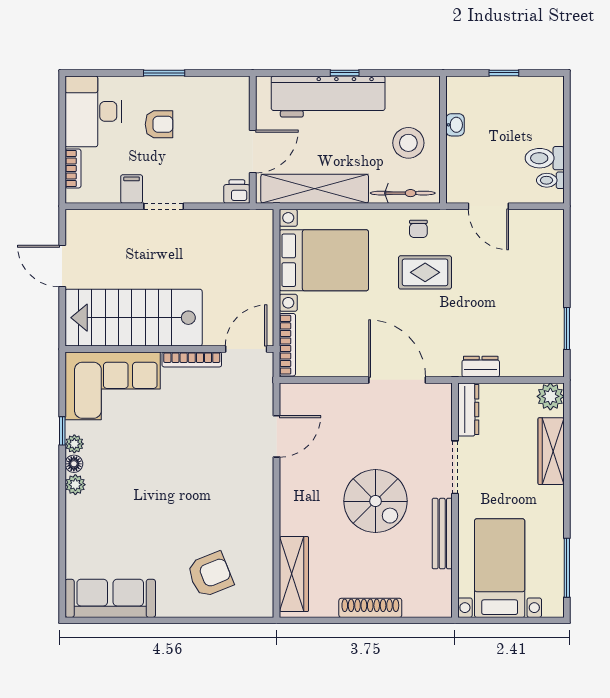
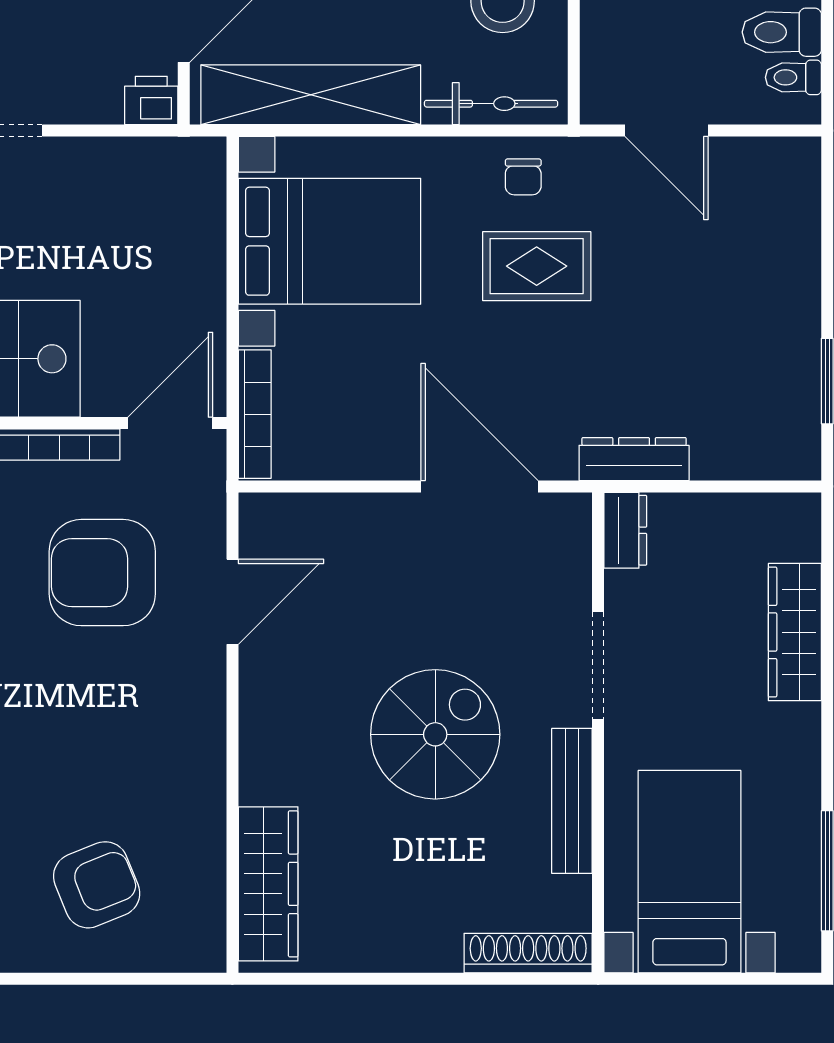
dresser: (481, 367) -> (634, 459), width x1.44
plant: (550, 396) -> (793, 520), removed
dresser: (468, 409) -> (625, 530), width x0.70
armchair: (213, 422) -> (102, 573), added
spiral stairs: (375, 501) -> (435, 734), turned -90
shoe rack: (370, 608) -> (528, 953), moved

